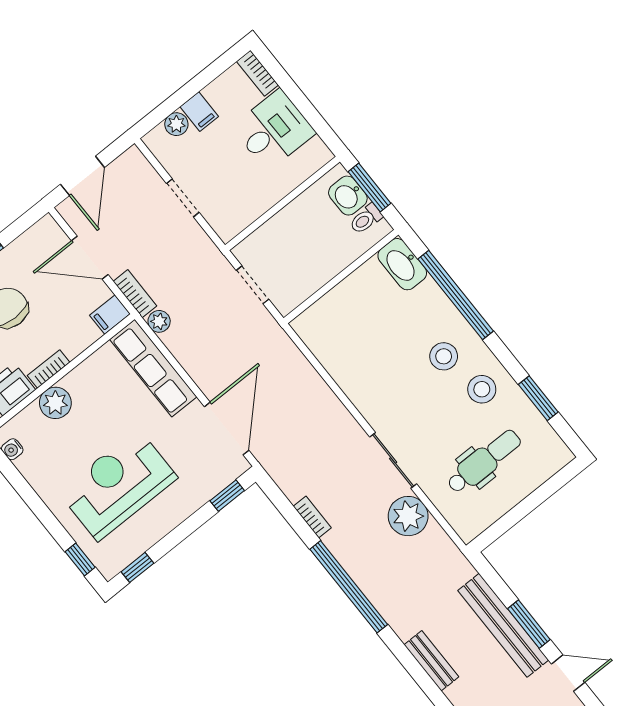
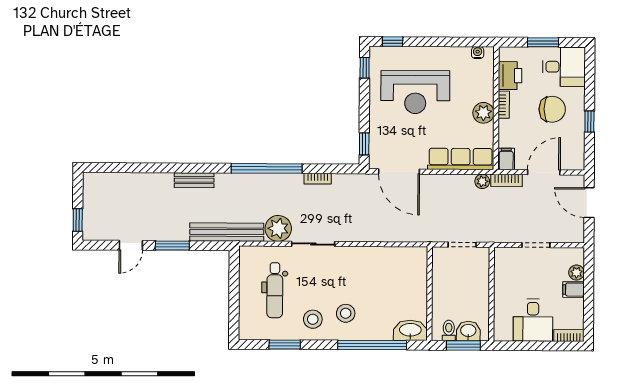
plant: (55, 403) -> (483, 113), moved
reception desk: (118, 485) -> (415, 92), turned 90
bench: (503, 625) -> (227, 232), moved

